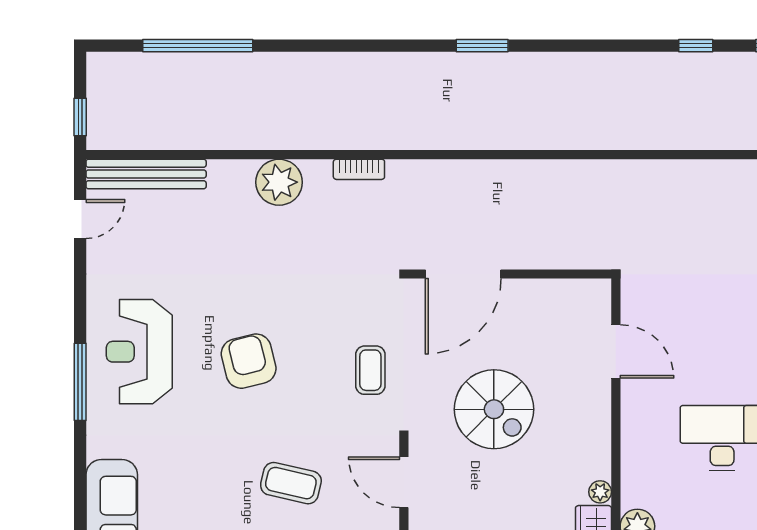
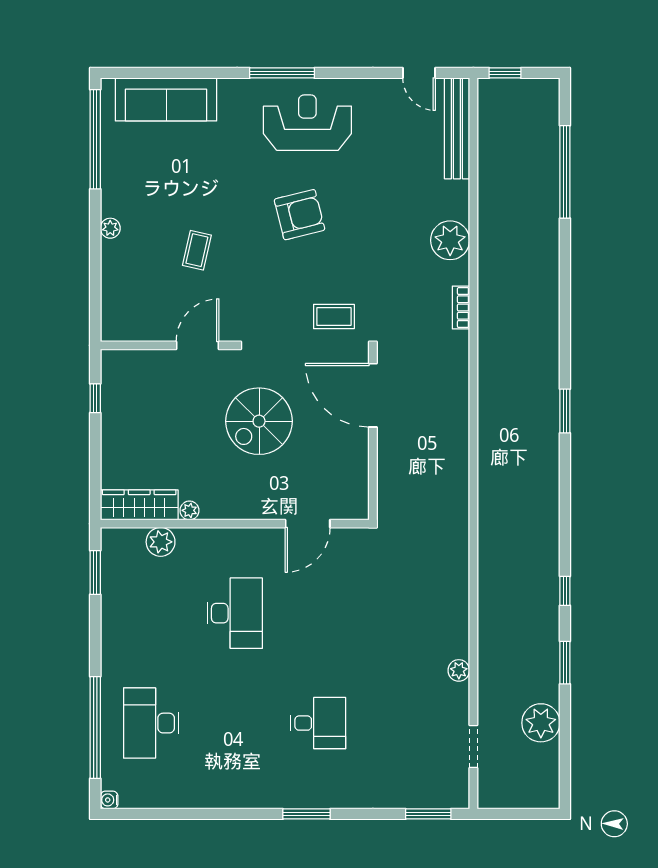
coffee table: (370, 370) -> (334, 316), moved
coffee table: (291, 483) -> (197, 250), width x0.73, depth x0.77

